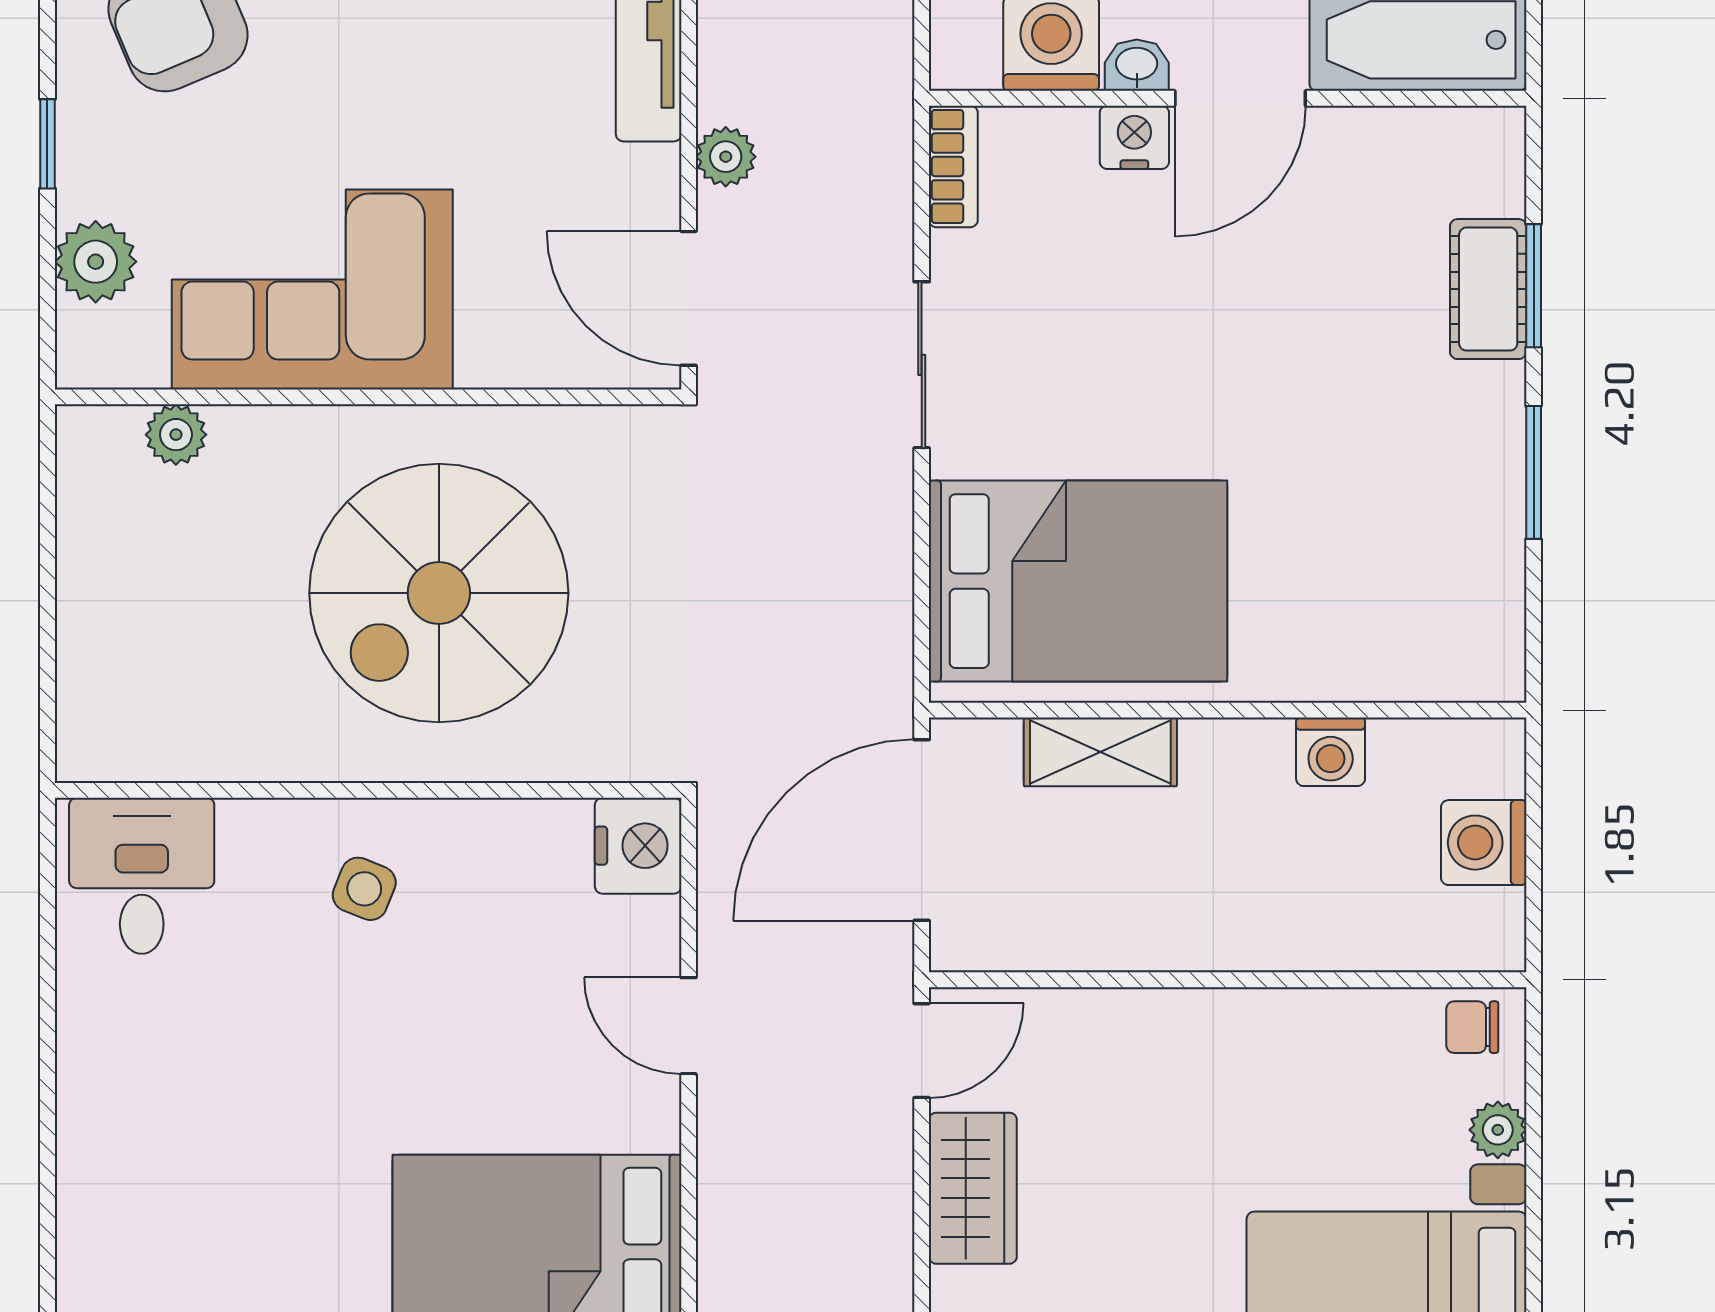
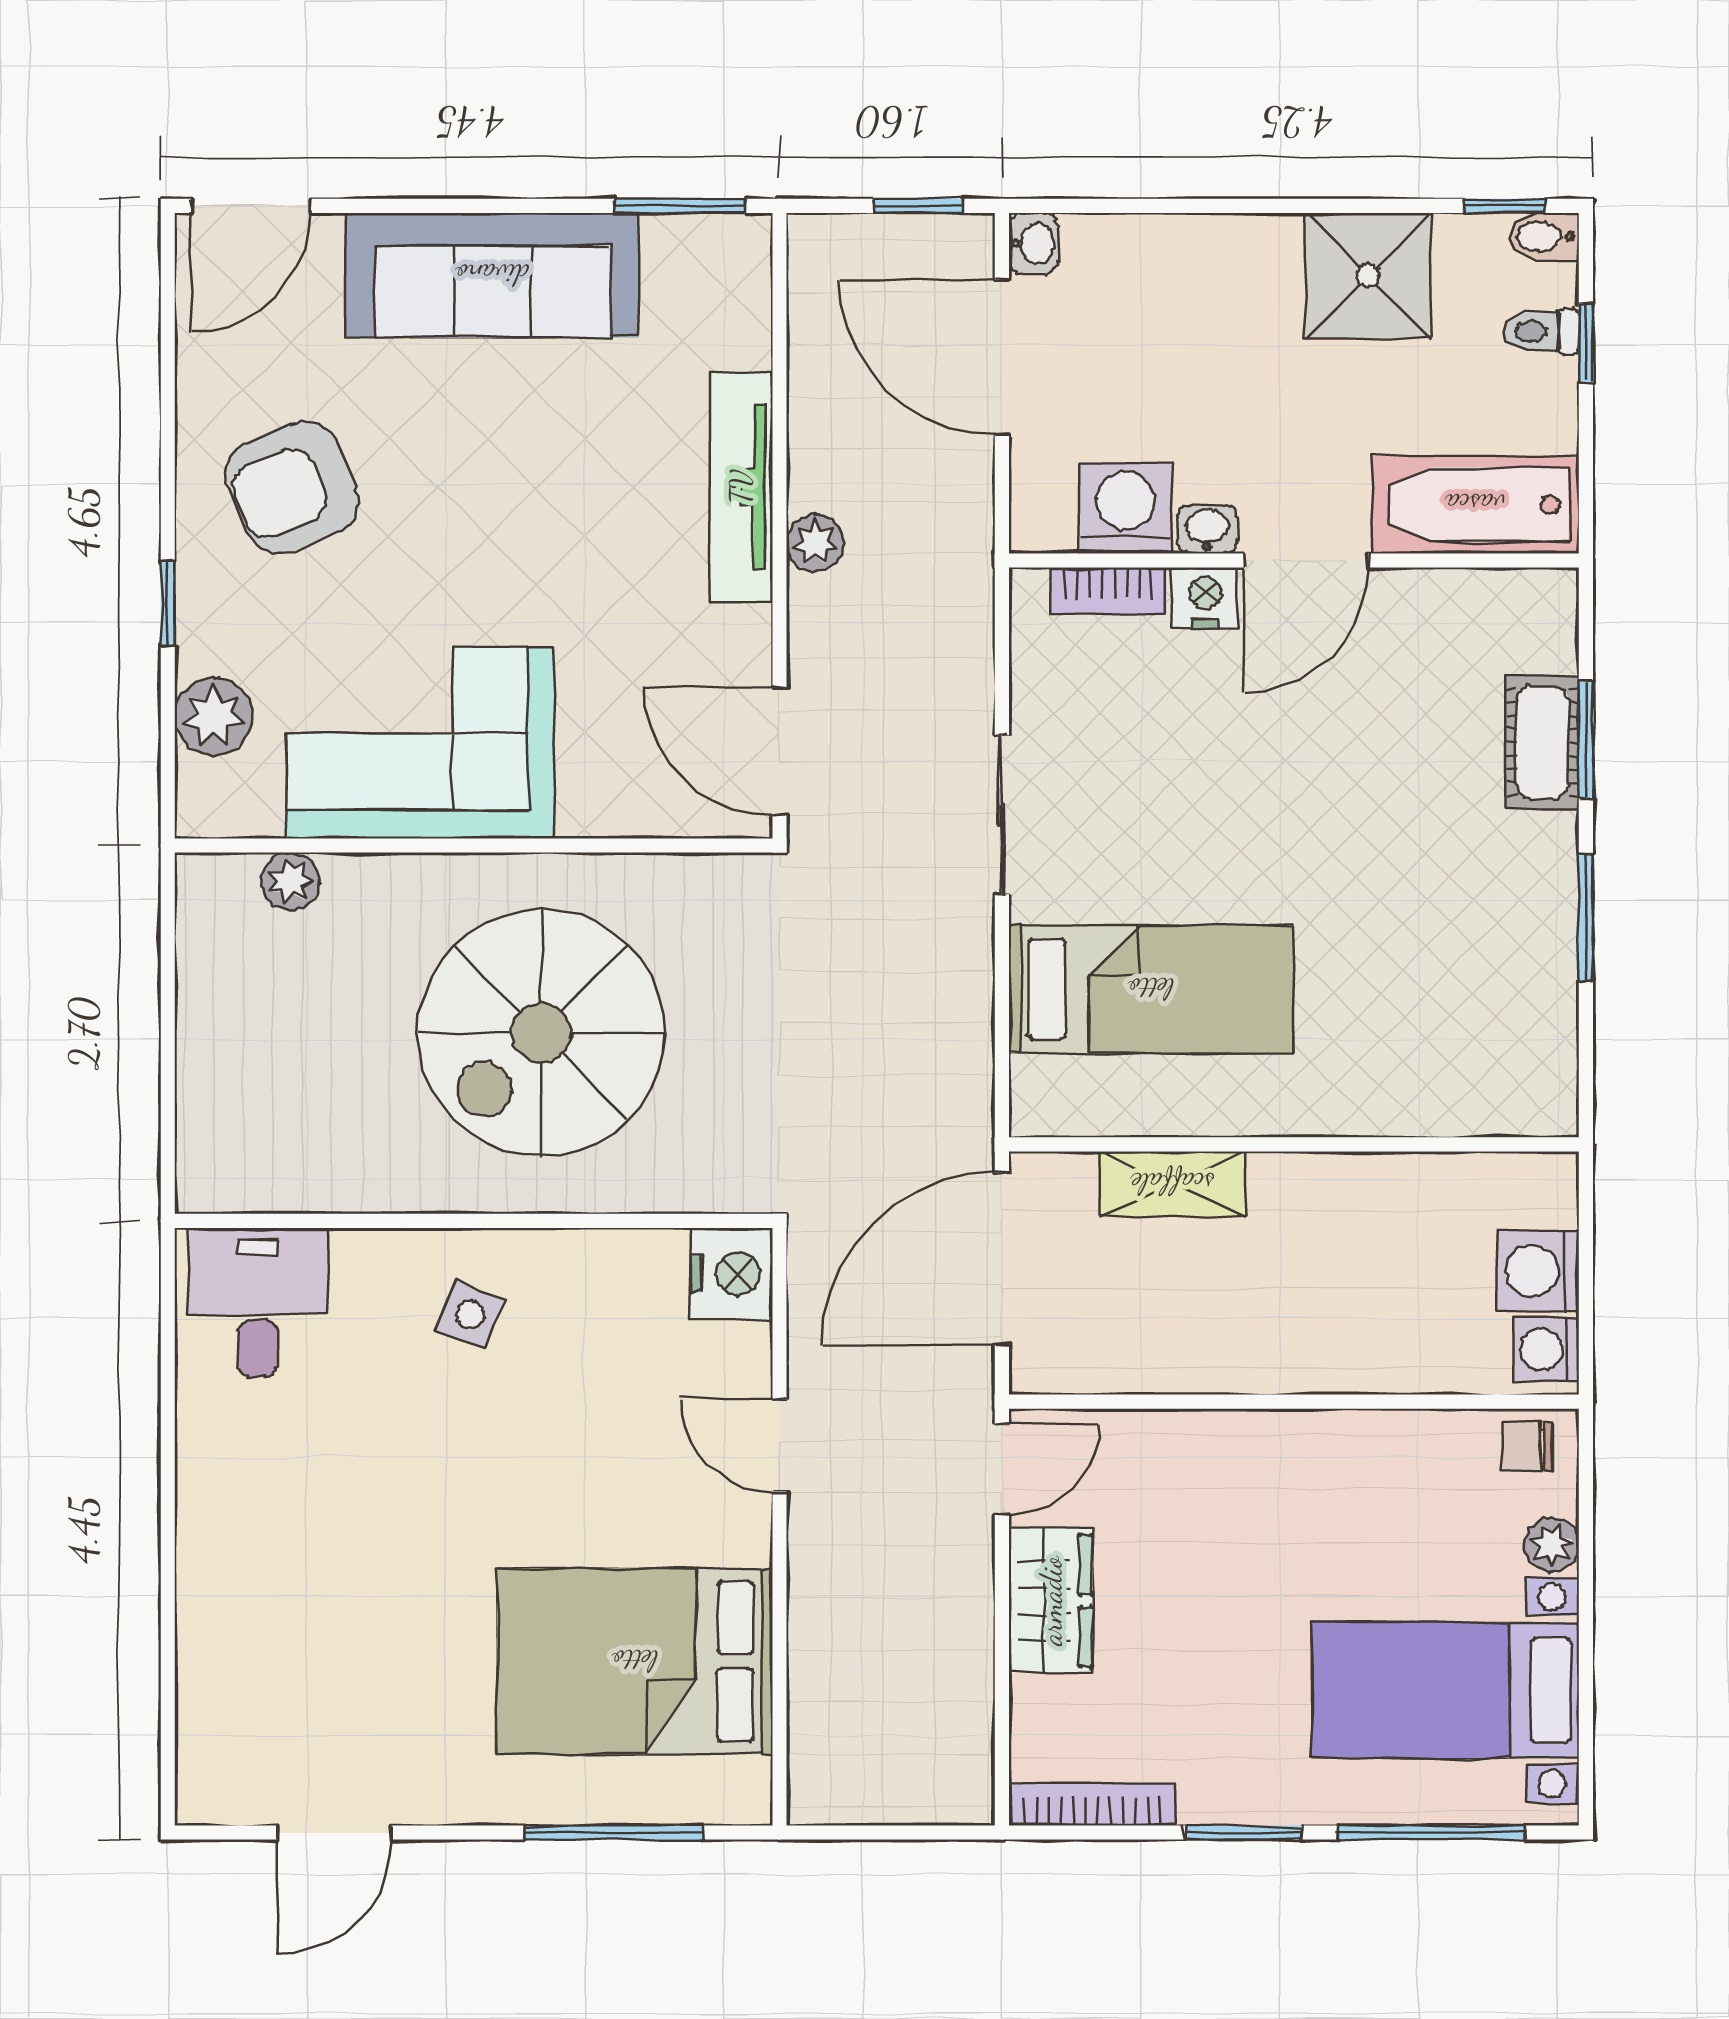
plant: (726, 157) -> (815, 543), moved
bookcase: (953, 166) -> (1108, 591), moved, turned 90
bed: (1078, 581) -> (1151, 989), width x0.67
washing machine: (1331, 752) -> (1546, 1350), moved, turned 90

